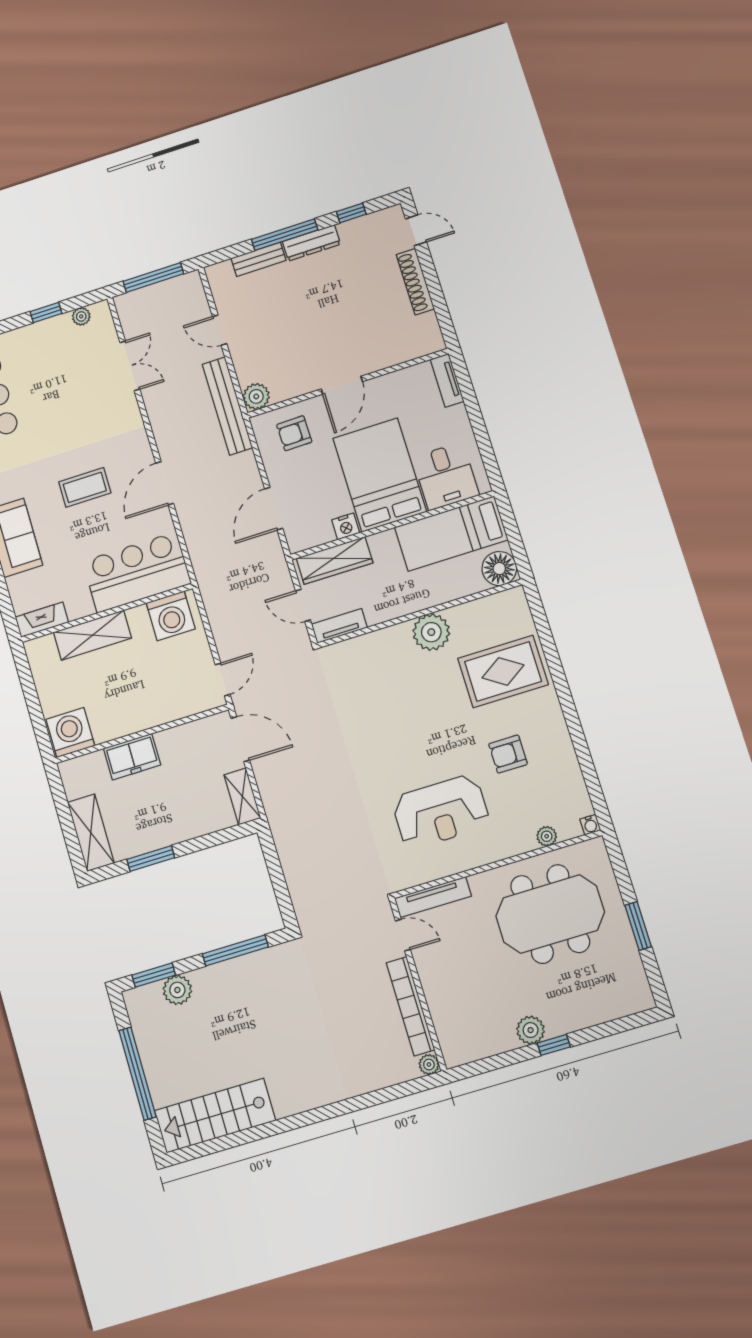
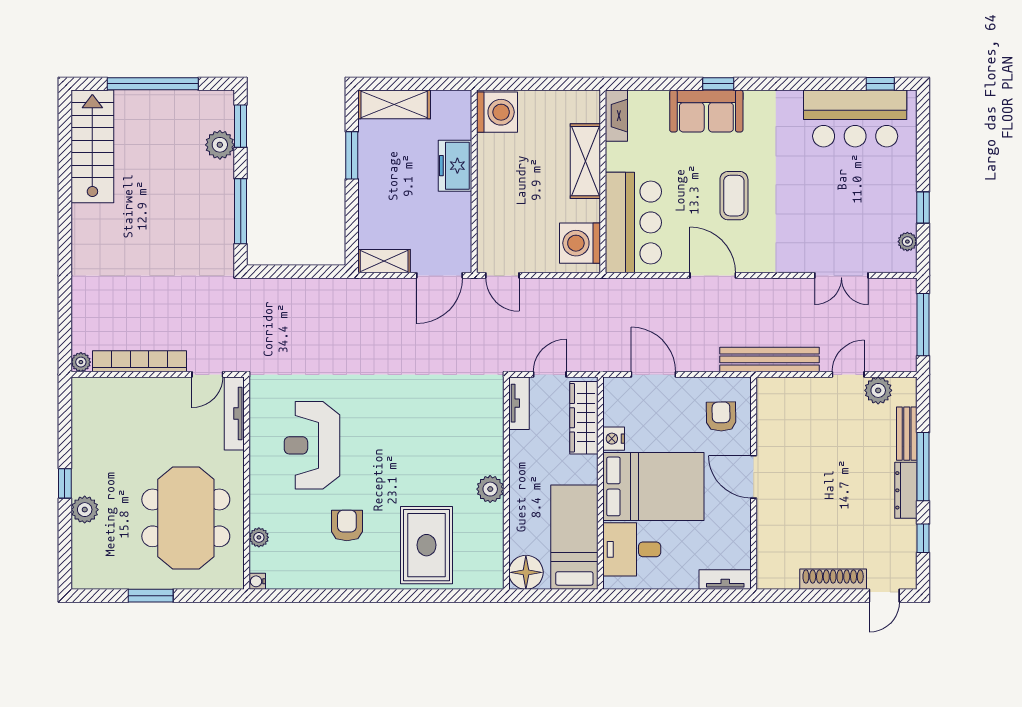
plant: (256, 396) -> (878, 390), moved
plant: (431, 632) -> (490, 489), width x0.73, depth x0.73
plant: (531, 1030) -> (85, 510), moved

